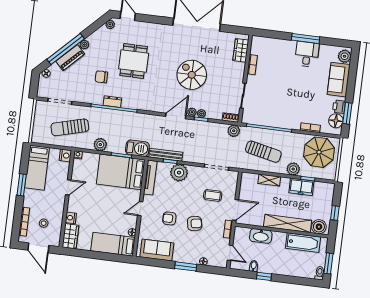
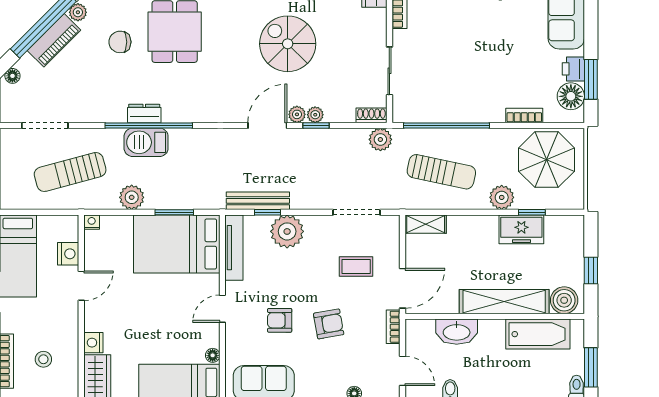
chair: (101, 77) -> (120, 42), moved
barbecue: (137, 148) -> (146, 142), moved, turned 180
nightstand: (65, 155) -> (68, 254), moved
shelving: (269, 180) -> (426, 224), moved

